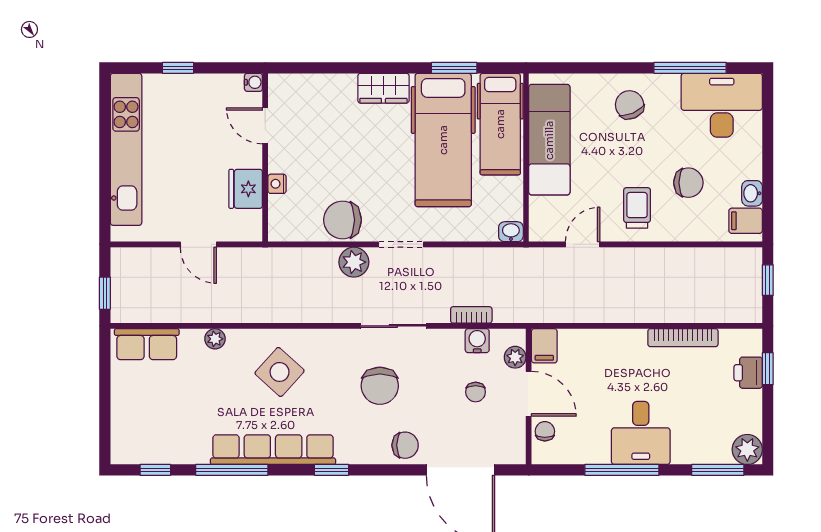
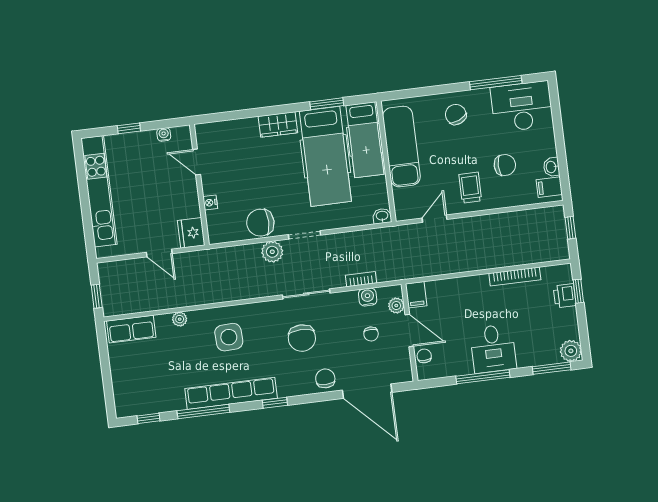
water cooler: (253, 82) -> (164, 134), moved, turned -90
fridge: (246, 189) -> (191, 233), moved
side table: (280, 372) -> (229, 337), turned 45
chair: (405, 445) -> (325, 378), turned -90

